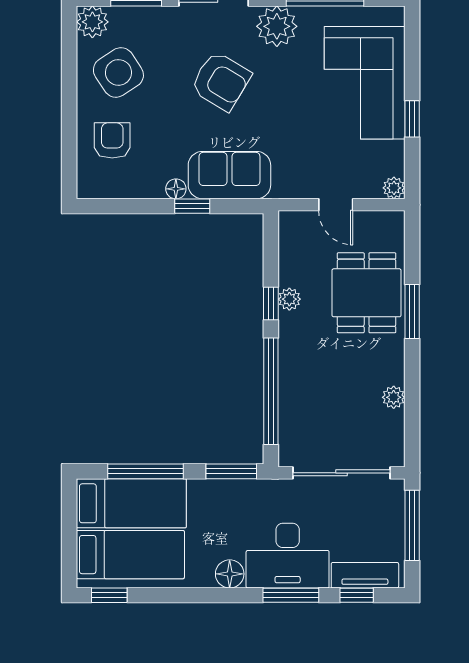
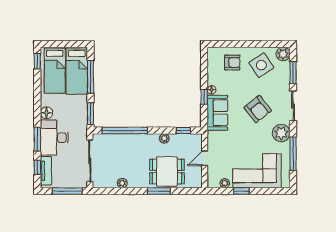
armchair: (221, 81) -> (258, 109), turned -69
plant: (394, 188) -> (225, 183), moved
window: (271, 303) -> (183, 131), moved

